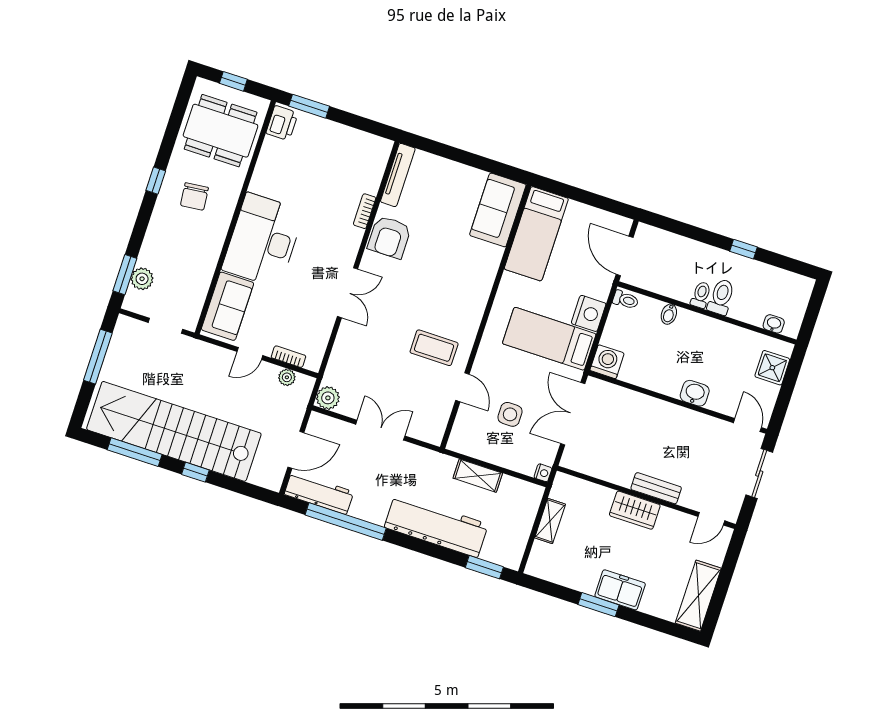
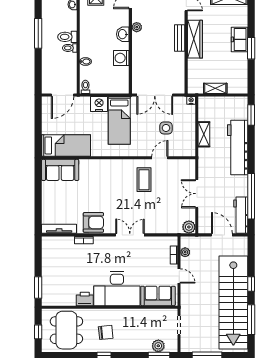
printer: (282, 123) -> (85, 299), moved
window: (744, 249) -> (38, 33), width x2.17
washing machine: (607, 362) -> (121, 58), moved
plant: (699, 421) -> (137, 27), added
wardrobe: (635, 510) -> (195, 39), width x1.50

